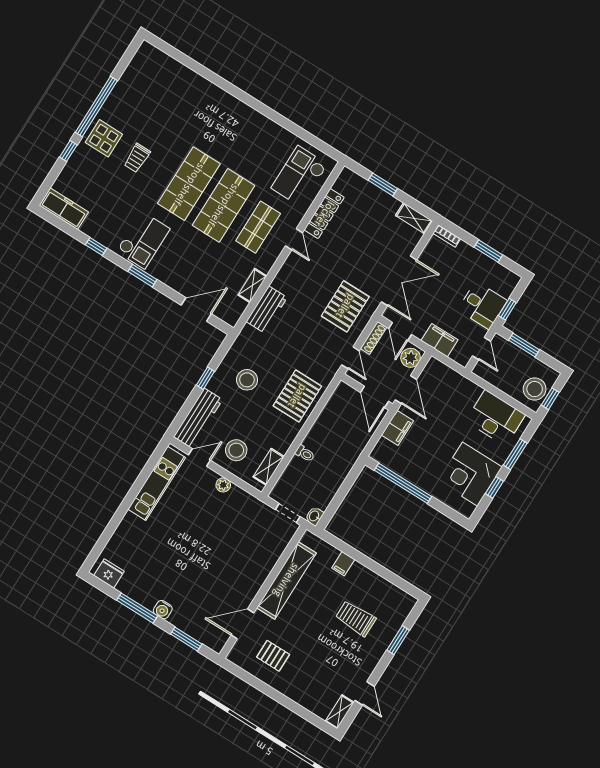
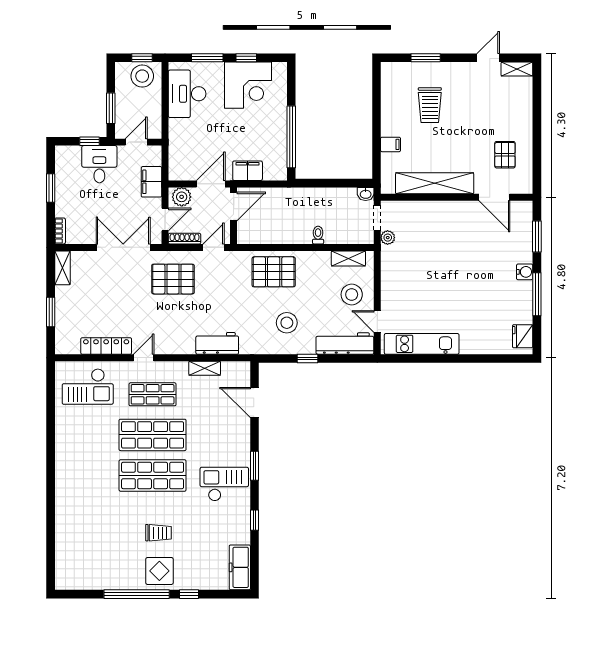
plant: (223, 485) -> (388, 238), moved

